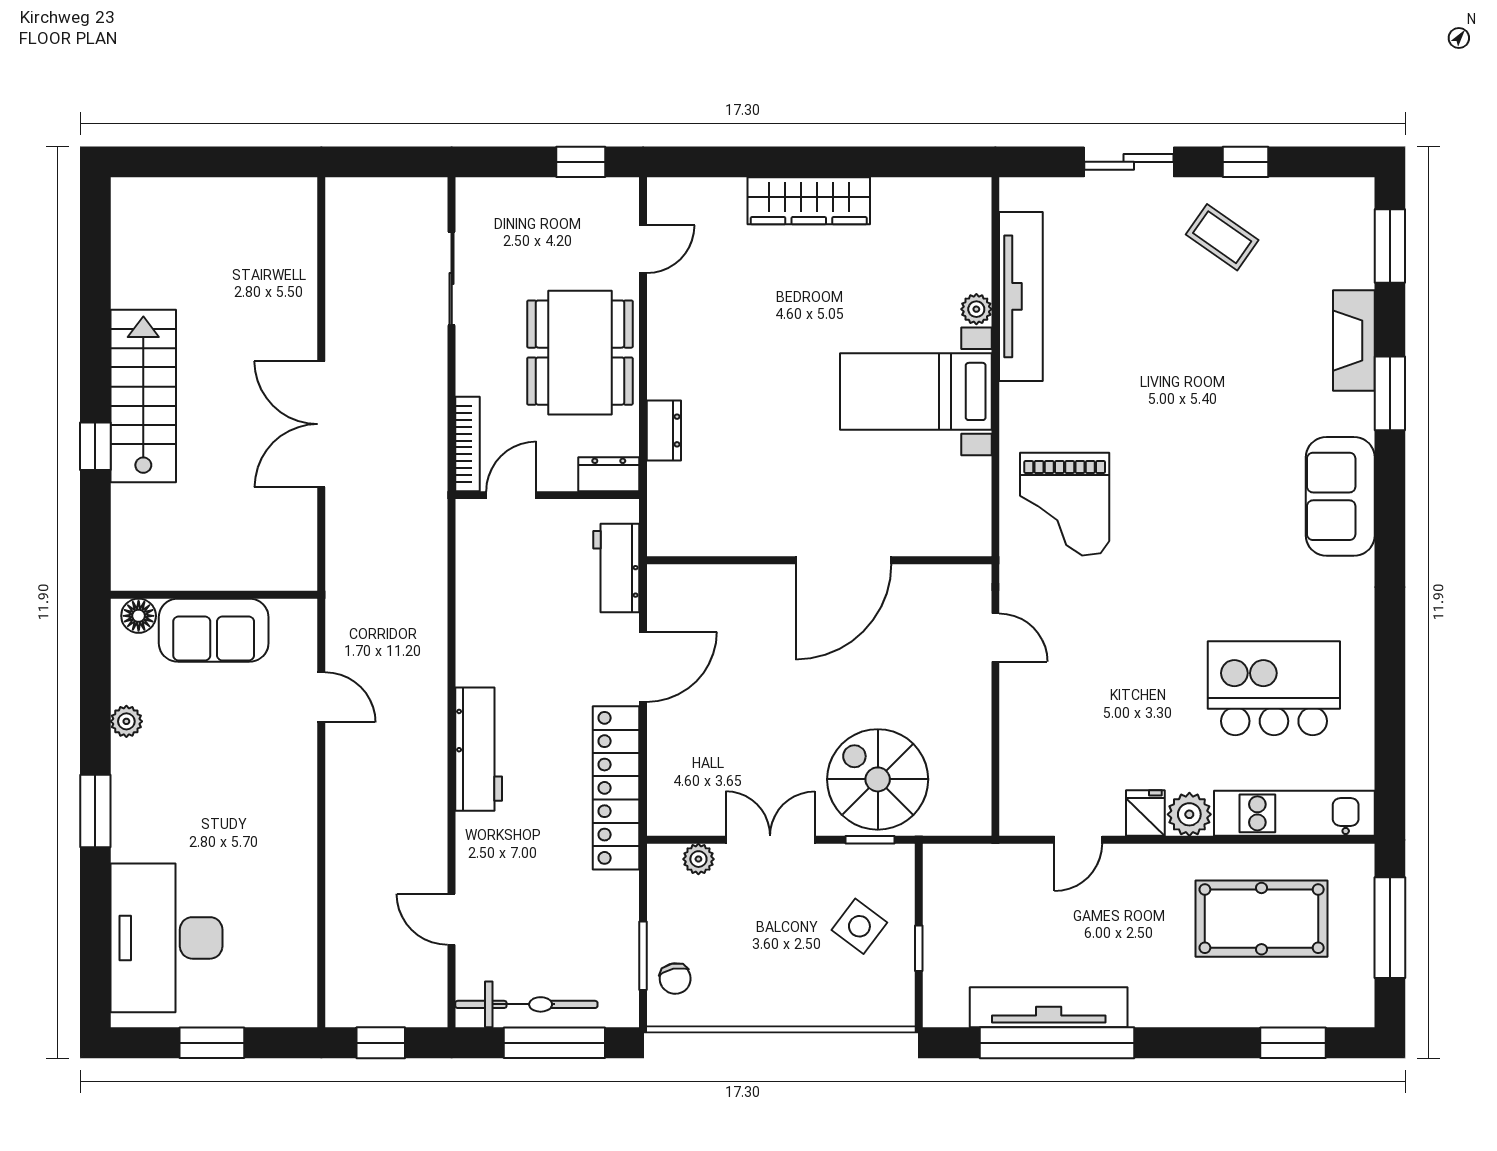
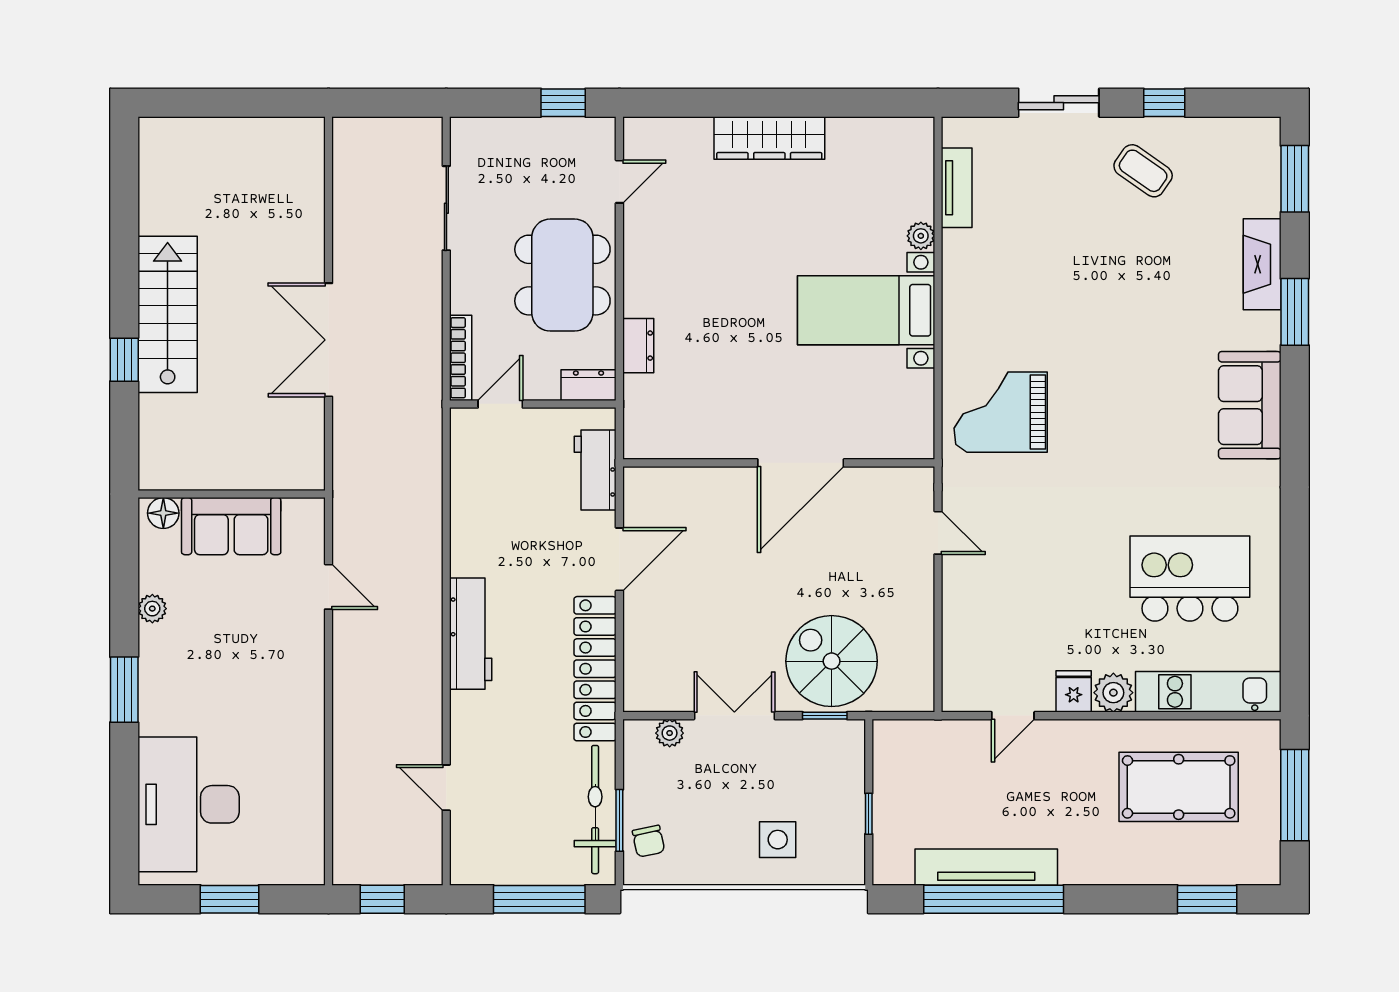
tv unit: (1021, 296) -> (957, 188), width x0.52, depth x0.78
grand piano: (1065, 504) -> (1001, 412), turned 90
side table: (859, 926) -> (778, 840), moved, turned -37
bicycle: (526, 1004) -> (595, 810), moved, turned -90

